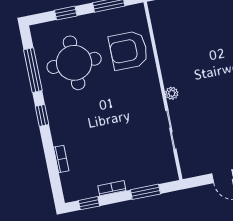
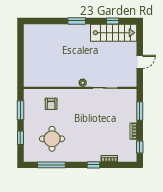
armchair: (129, 50) -> (51, 104), width x0.53, depth x0.53
round table: (74, 63) -> (52, 139), width x0.73, depth x0.73
window: (42, 115) -> (94, 165), moved

